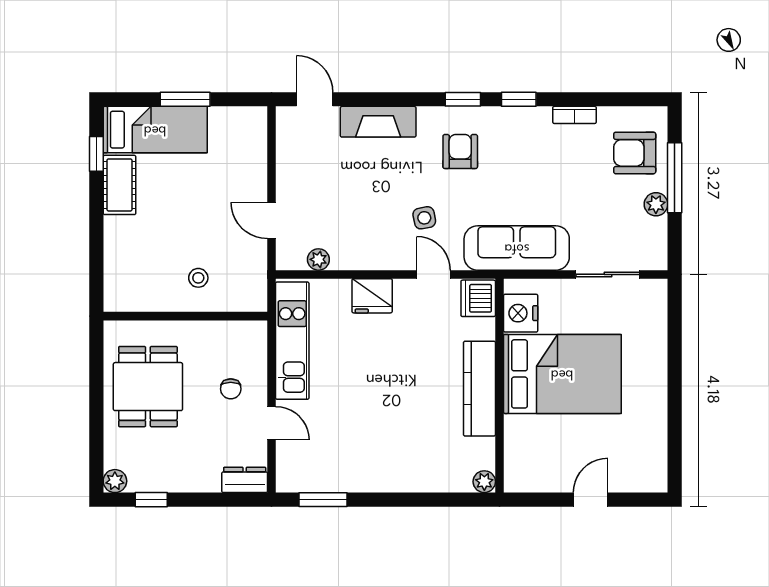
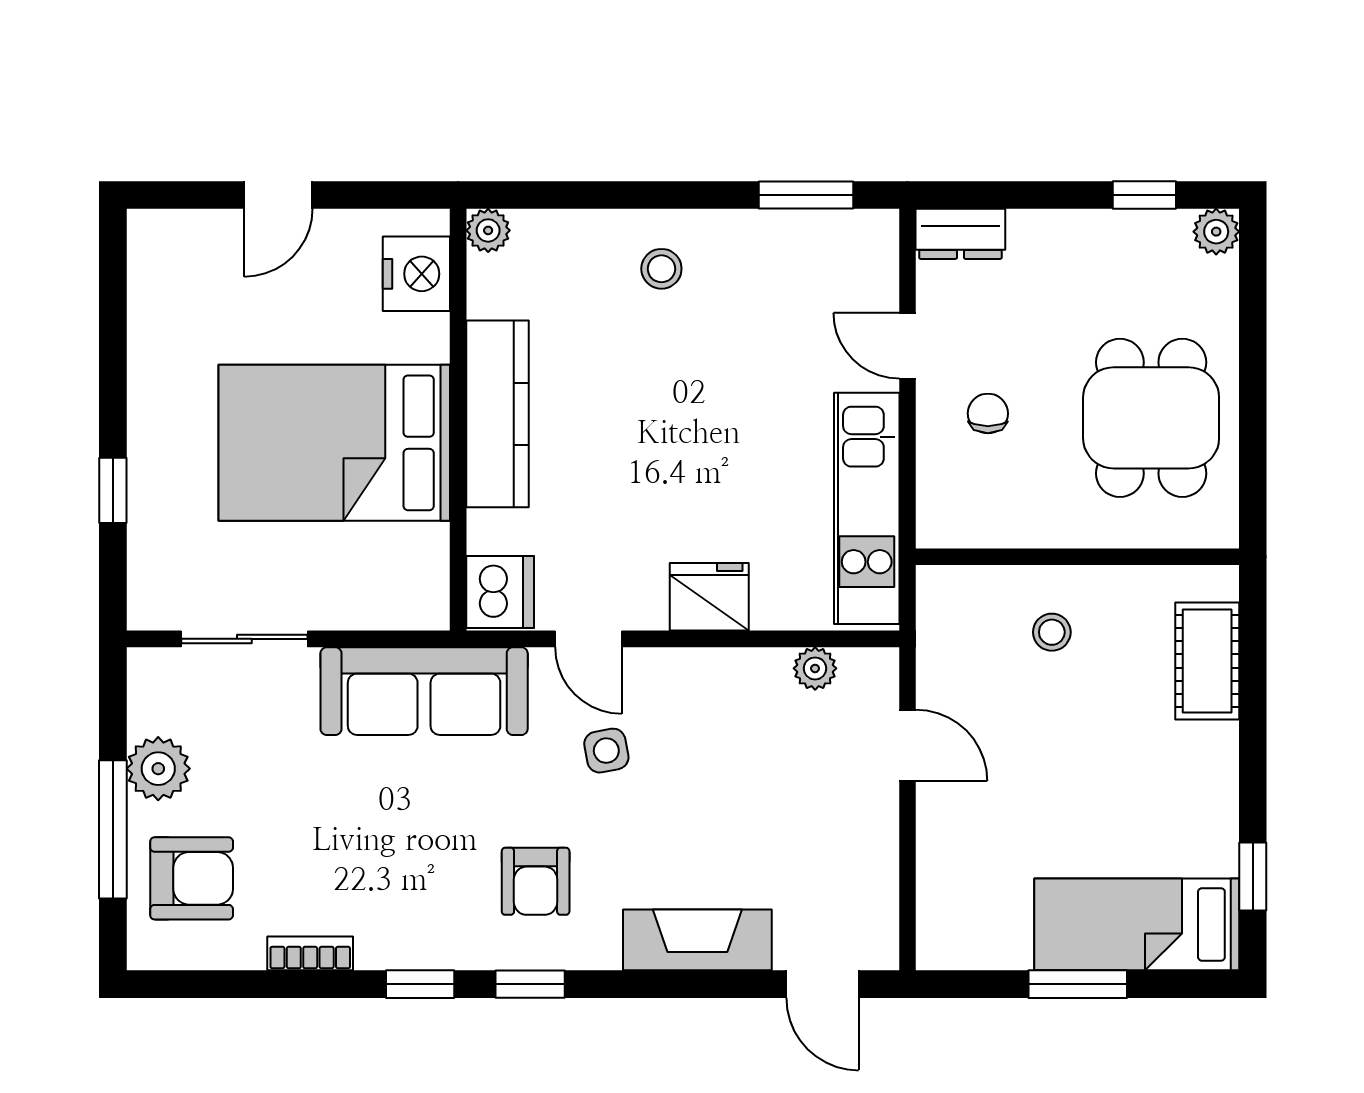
cot: (119, 185) -> (1207, 661), moved
plant: (656, 204) -> (158, 769), width x1.38, depth x1.38
nightstand: (521, 313) -> (416, 274), moved
window: (675, 350) -> (113, 490), added
stool: (396, 462) -> (661, 269), added

